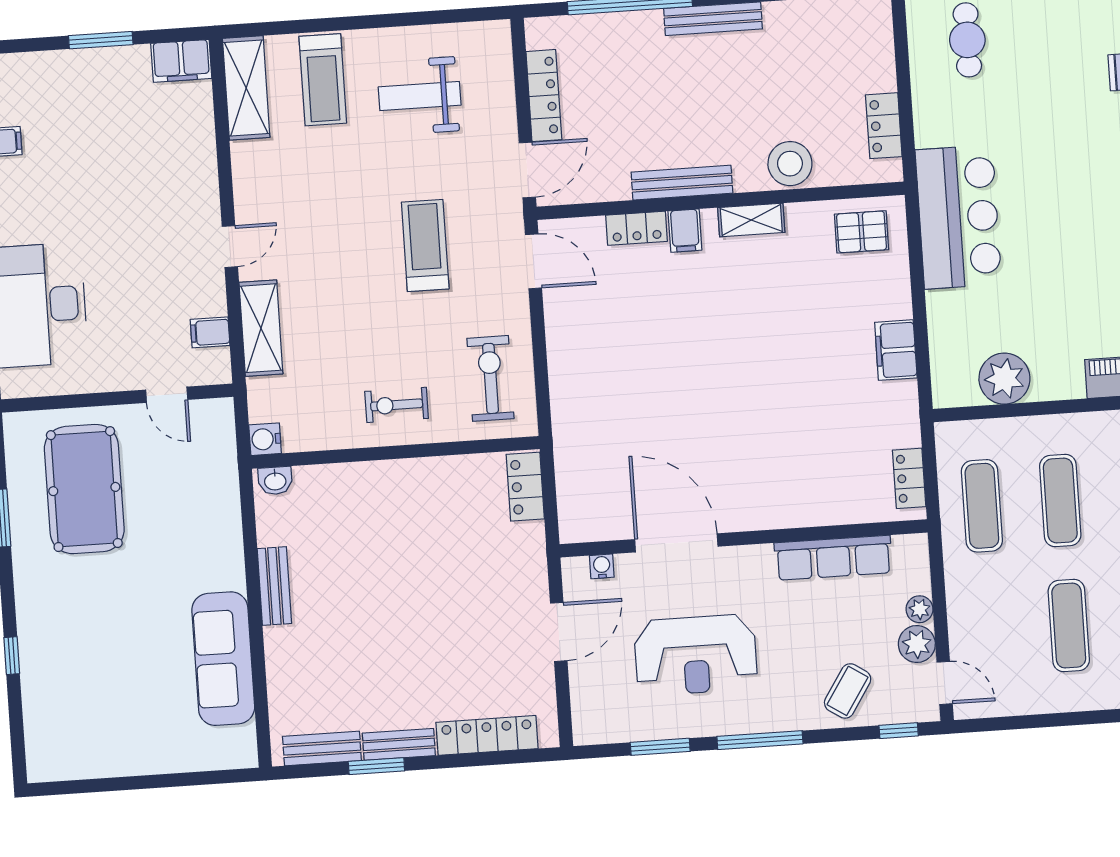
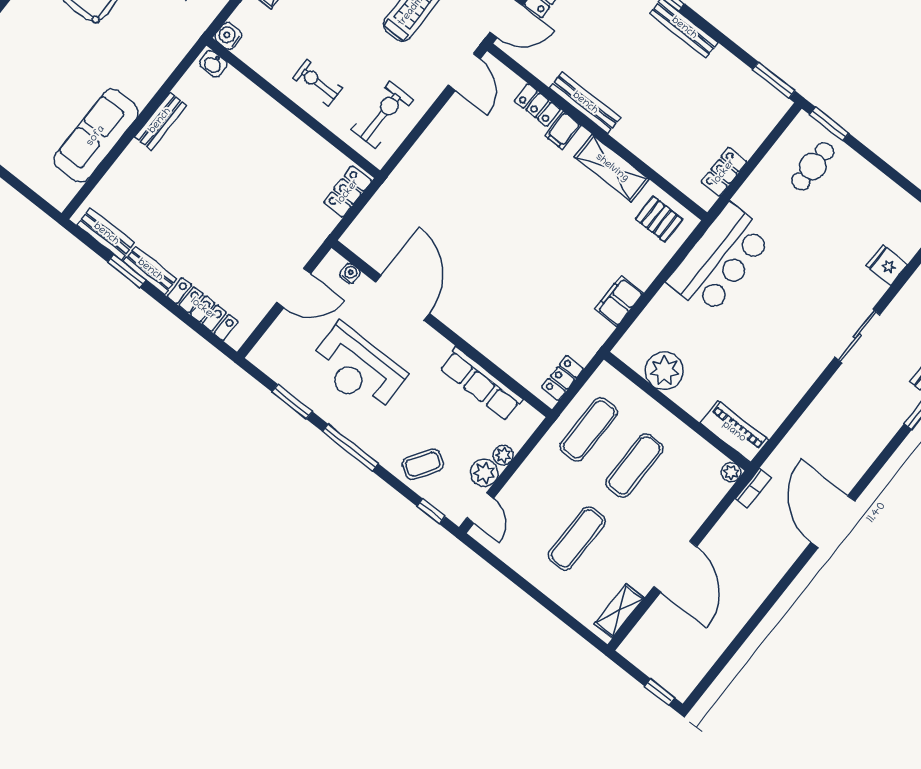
stool: (790, 164) -> (654, 146), removed
shelving: (751, 220) -> (612, 168), width x1.50, depth x1.33

